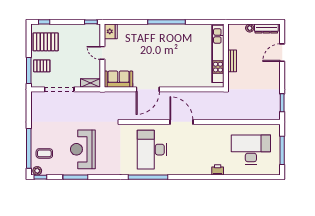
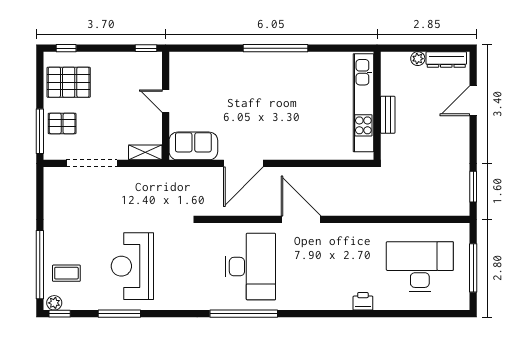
fridge: (111, 31) -> (180, 64), removed
desk: (152, 150) -> (250, 267), turned 180

